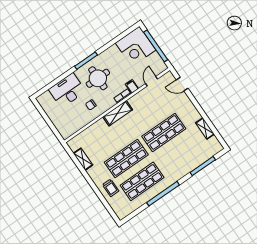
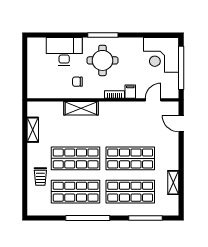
shelving: (118, 113) -> (81, 108), moved
shop shelf: (180, 155) -> (130, 192), added

